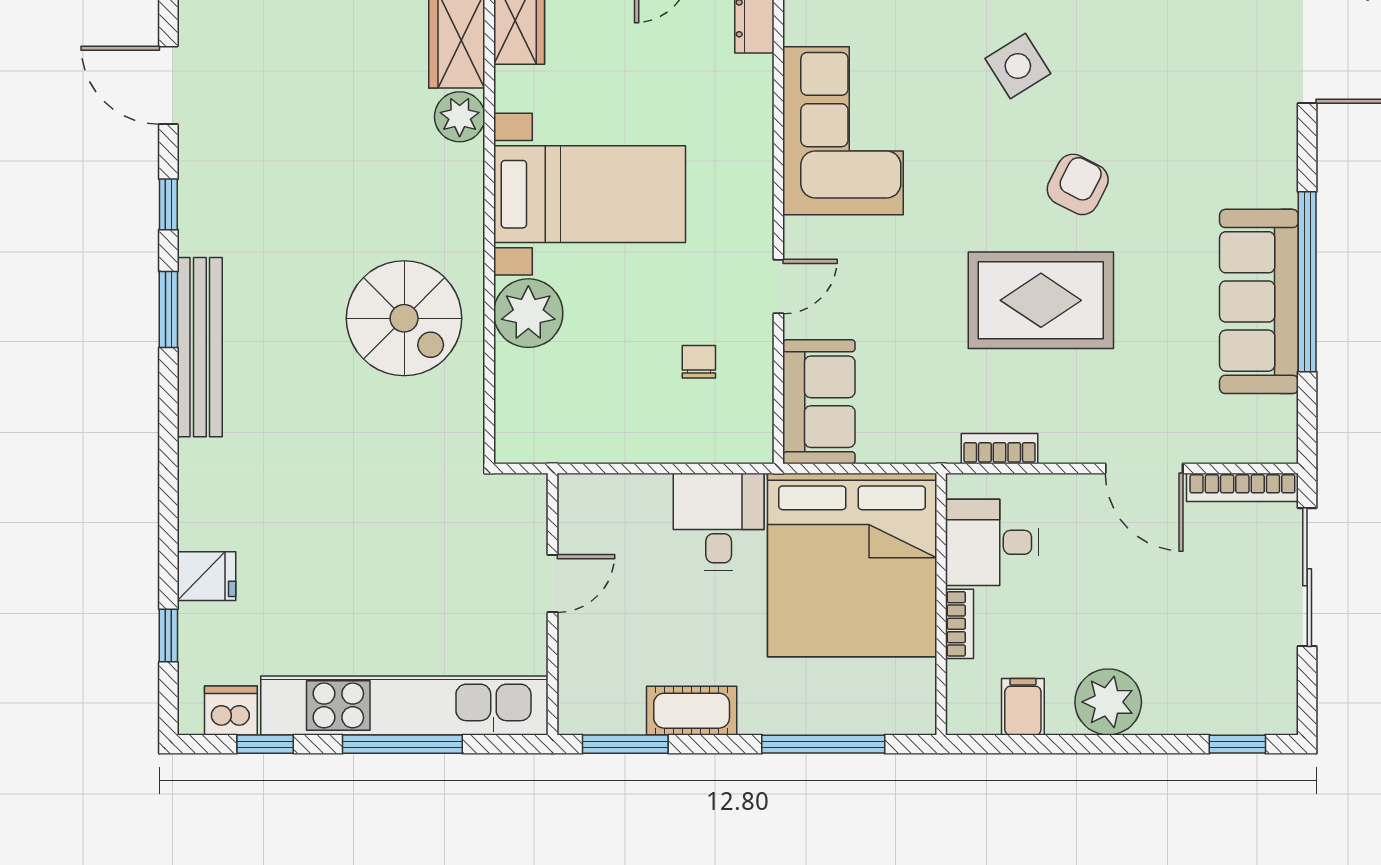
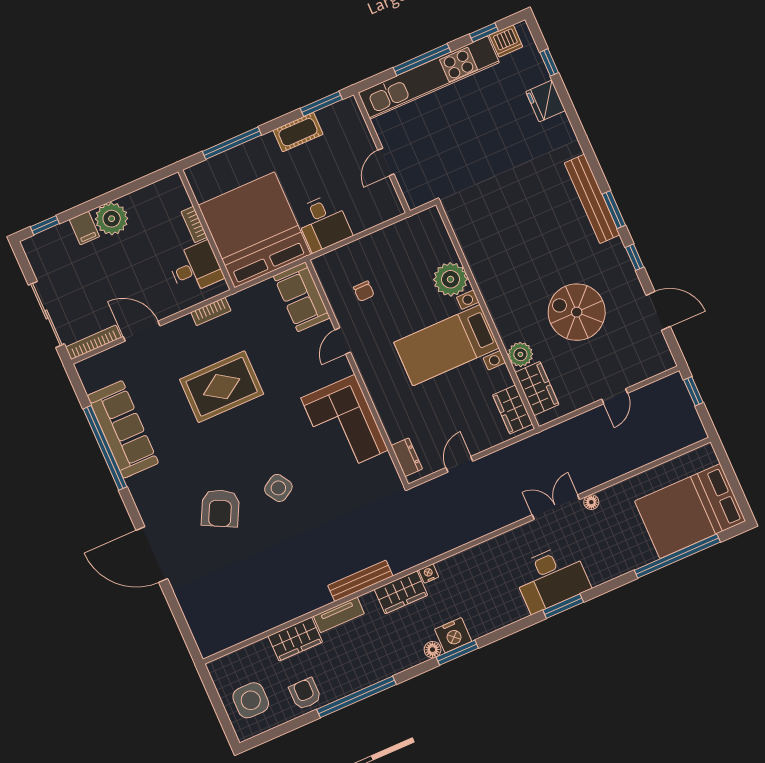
armchair: (1078, 184) -> (220, 508), moved, width x1.38, depth x1.38
spiral stairs: (404, 318) -> (577, 312), moved
fridge: (207, 576) -> (545, 101), width x1.38
filing cabinet: (1023, 707) -> (84, 228), moved

